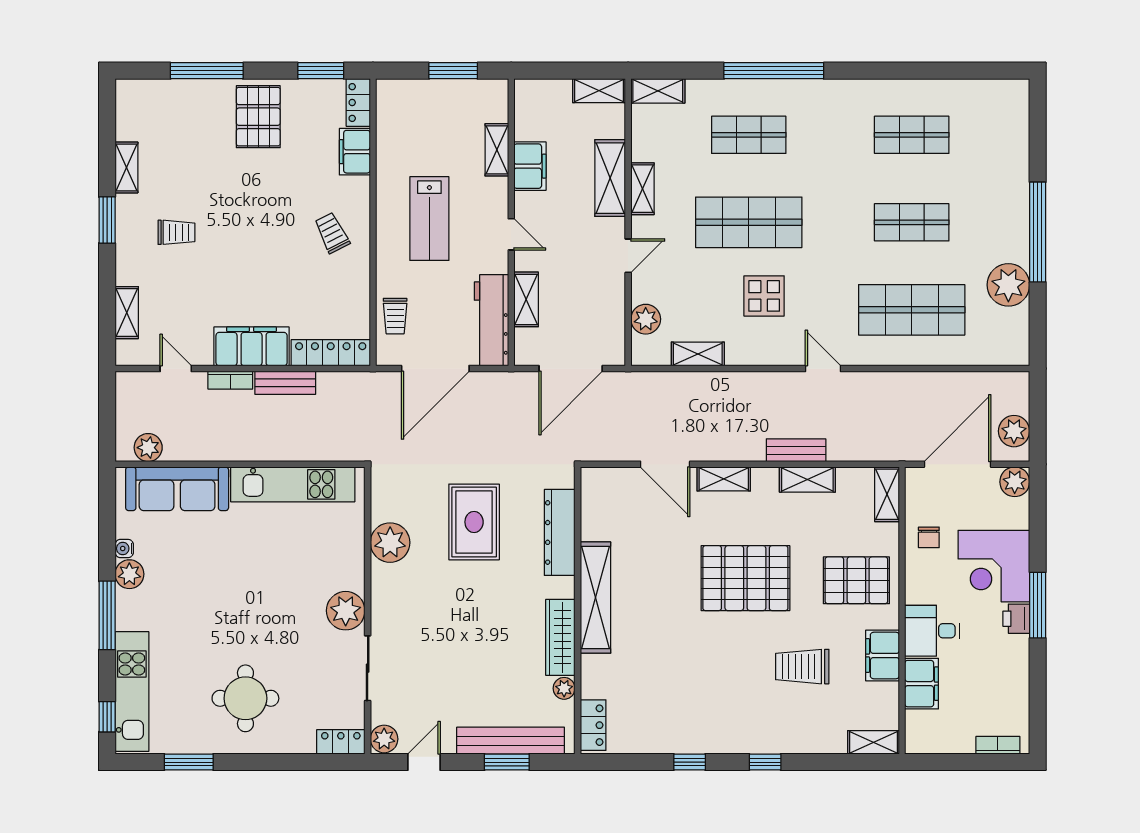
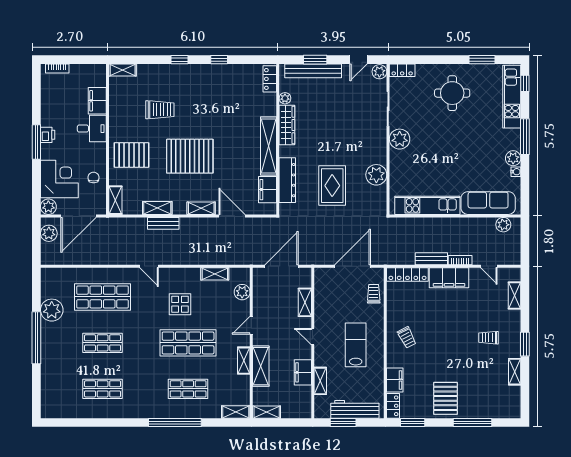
workbench: (491, 320) -> (355, 409), moved, turned -90
corner desk: (994, 566) -> (59, 179), moved
filing cabinet: (882, 656) -> (268, 190), moved, turned 180

